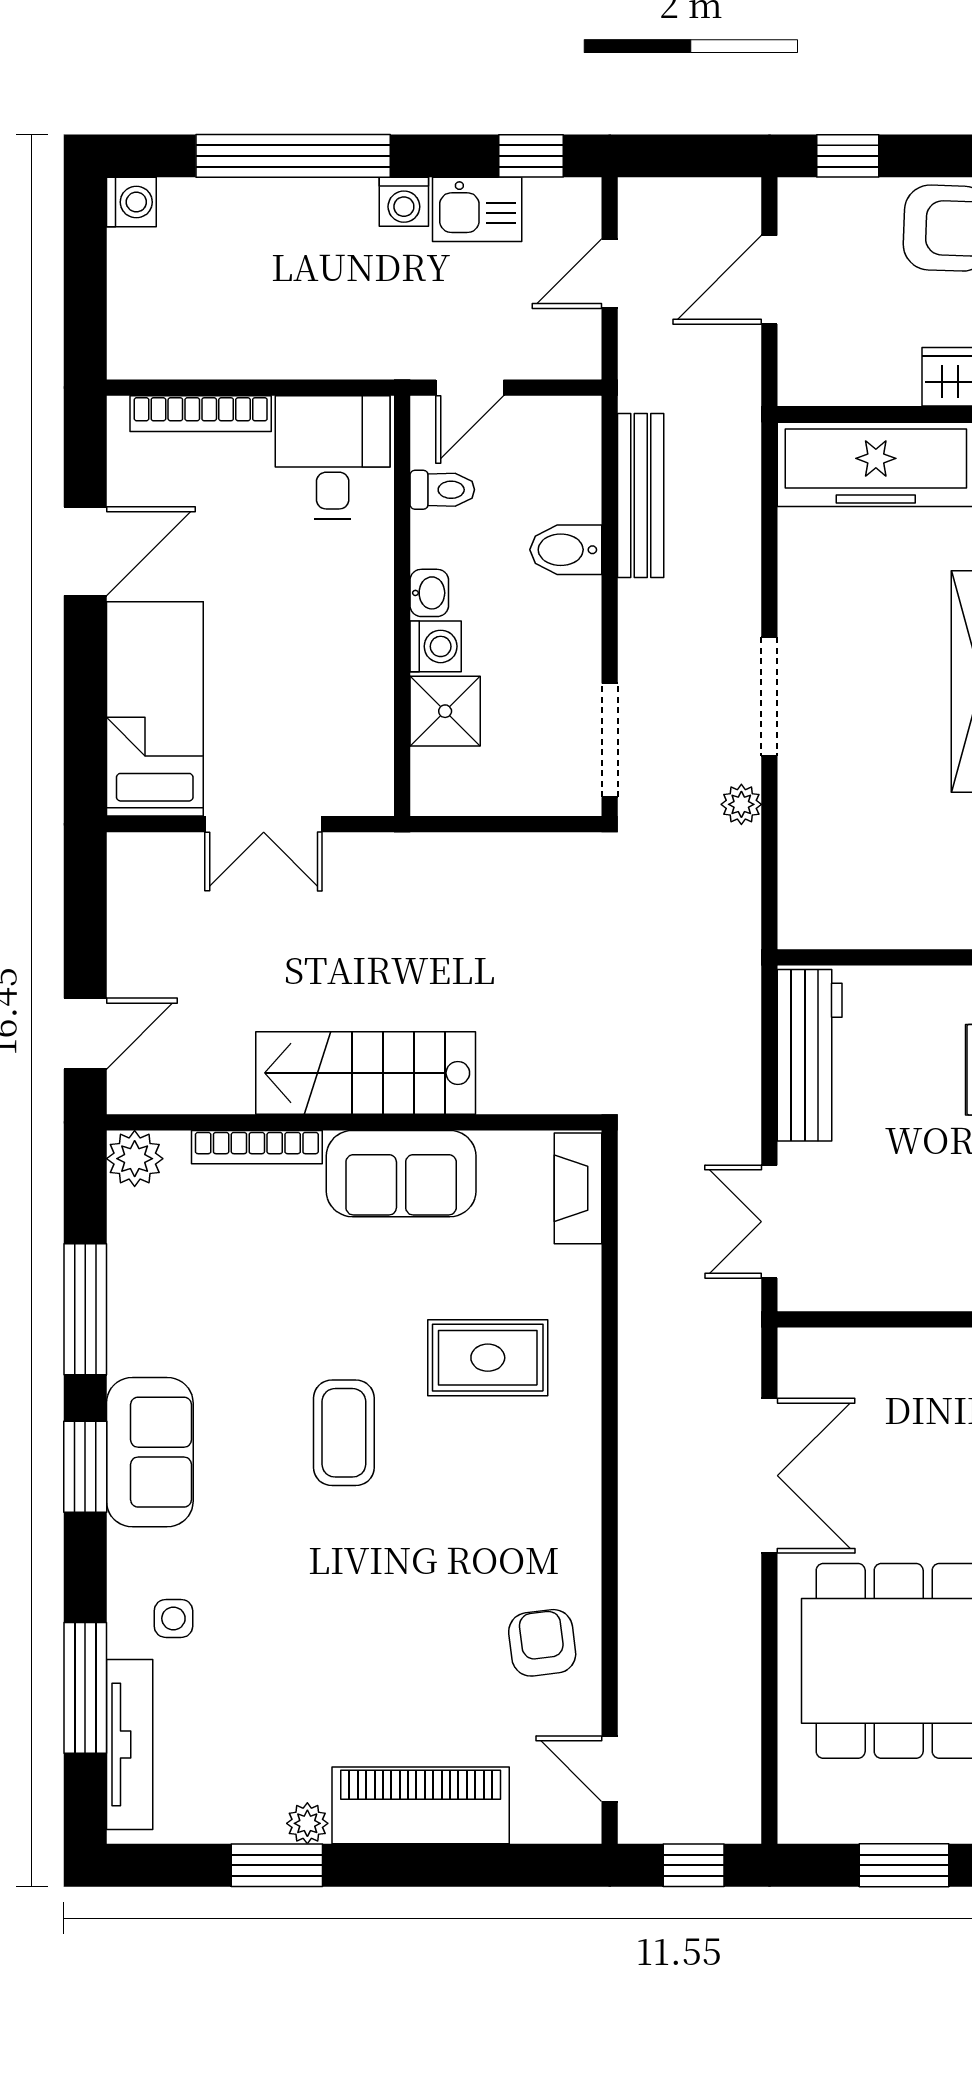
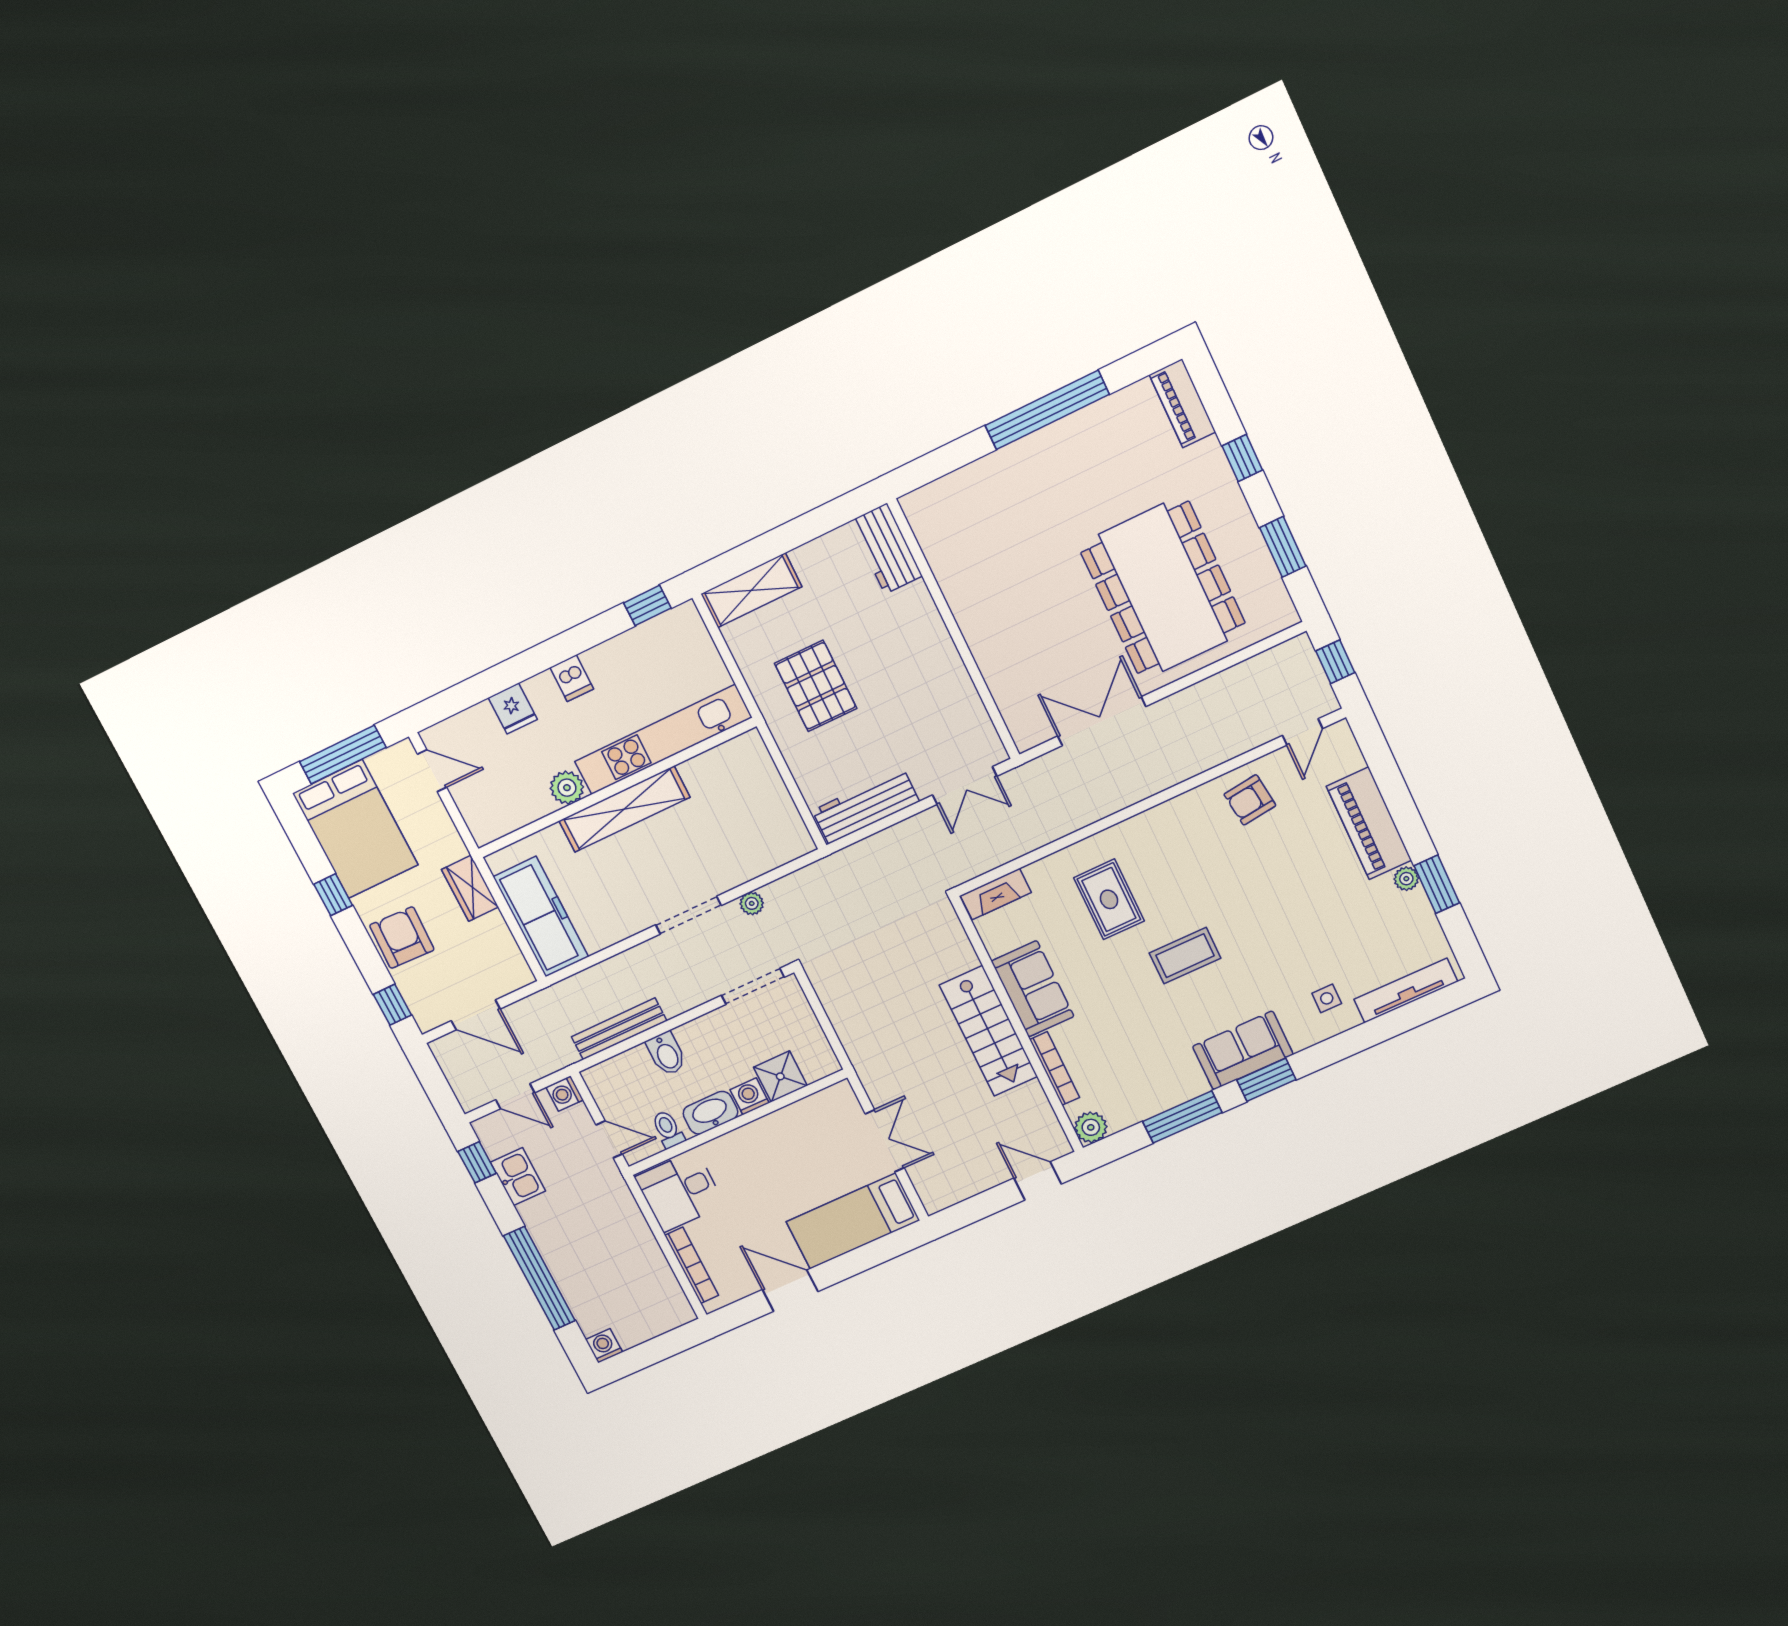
washing machine: (404, 202) -> (565, 1094), moved, turned 180
washbasin: (429, 593) -> (710, 1113), width x1.91, depth x1.45
window: (85, 1688) -> (1385, 1027), removed

